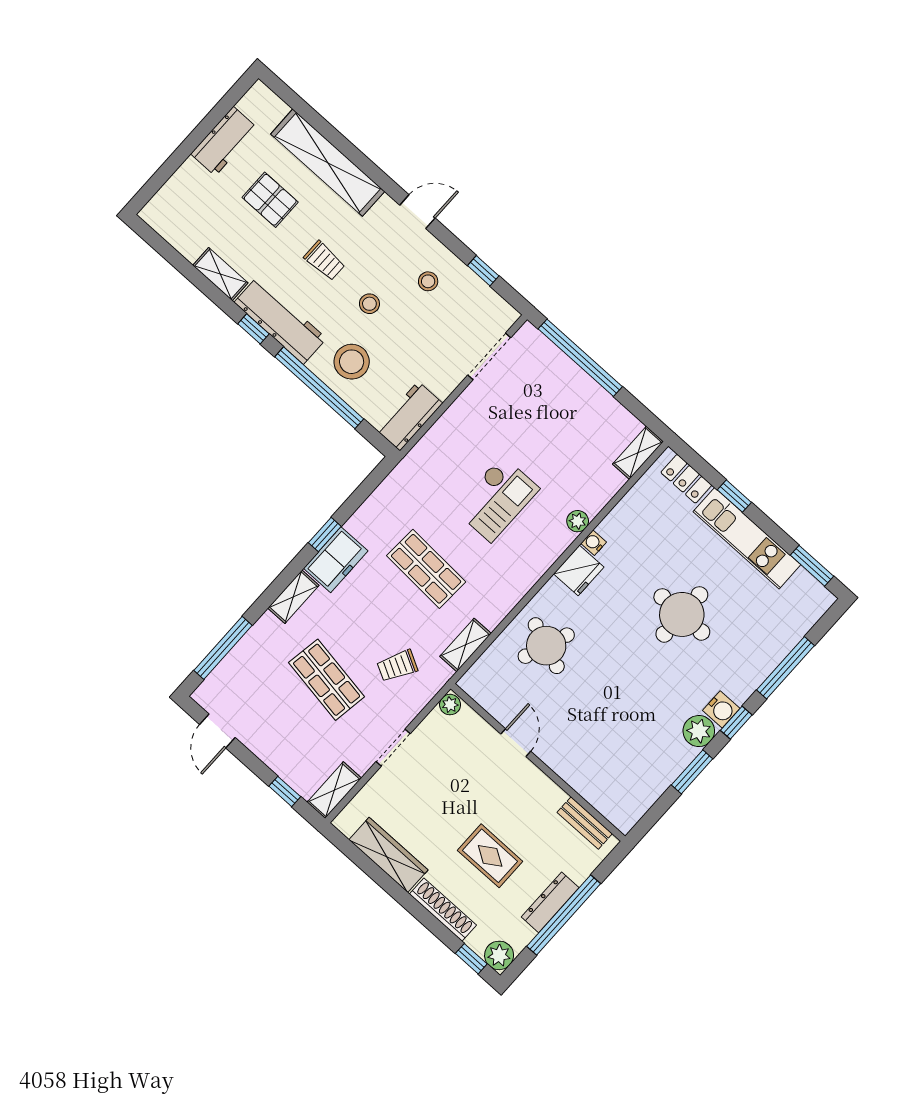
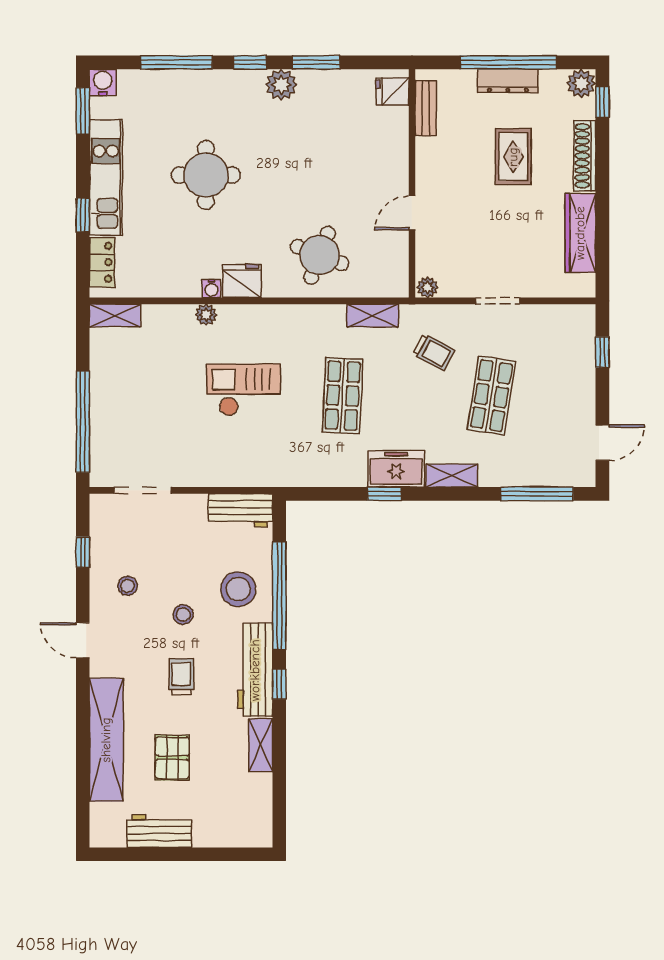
water cooler: (721, 709) -> (103, 82), moved
shelving: (334, 790) -> (568, 316), removed
fridge: (619, 809) -> (392, 91), added

